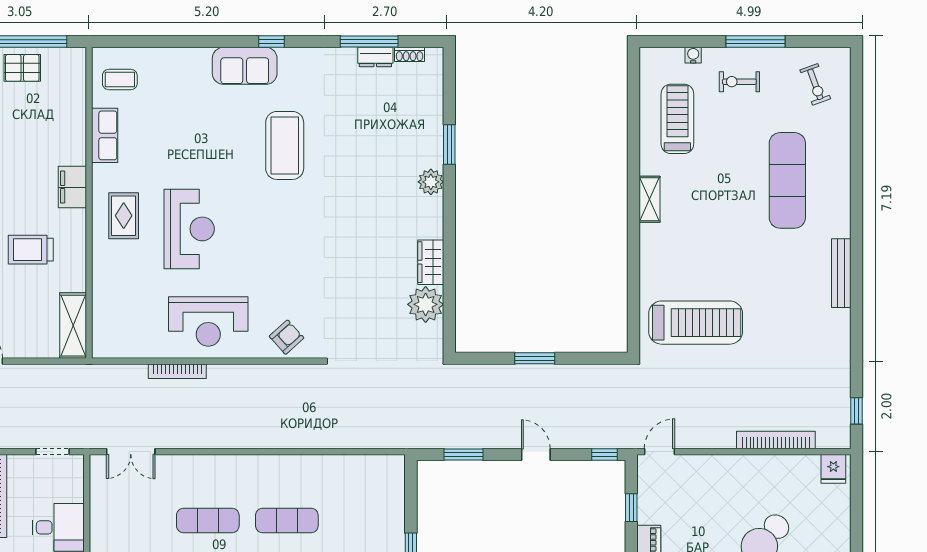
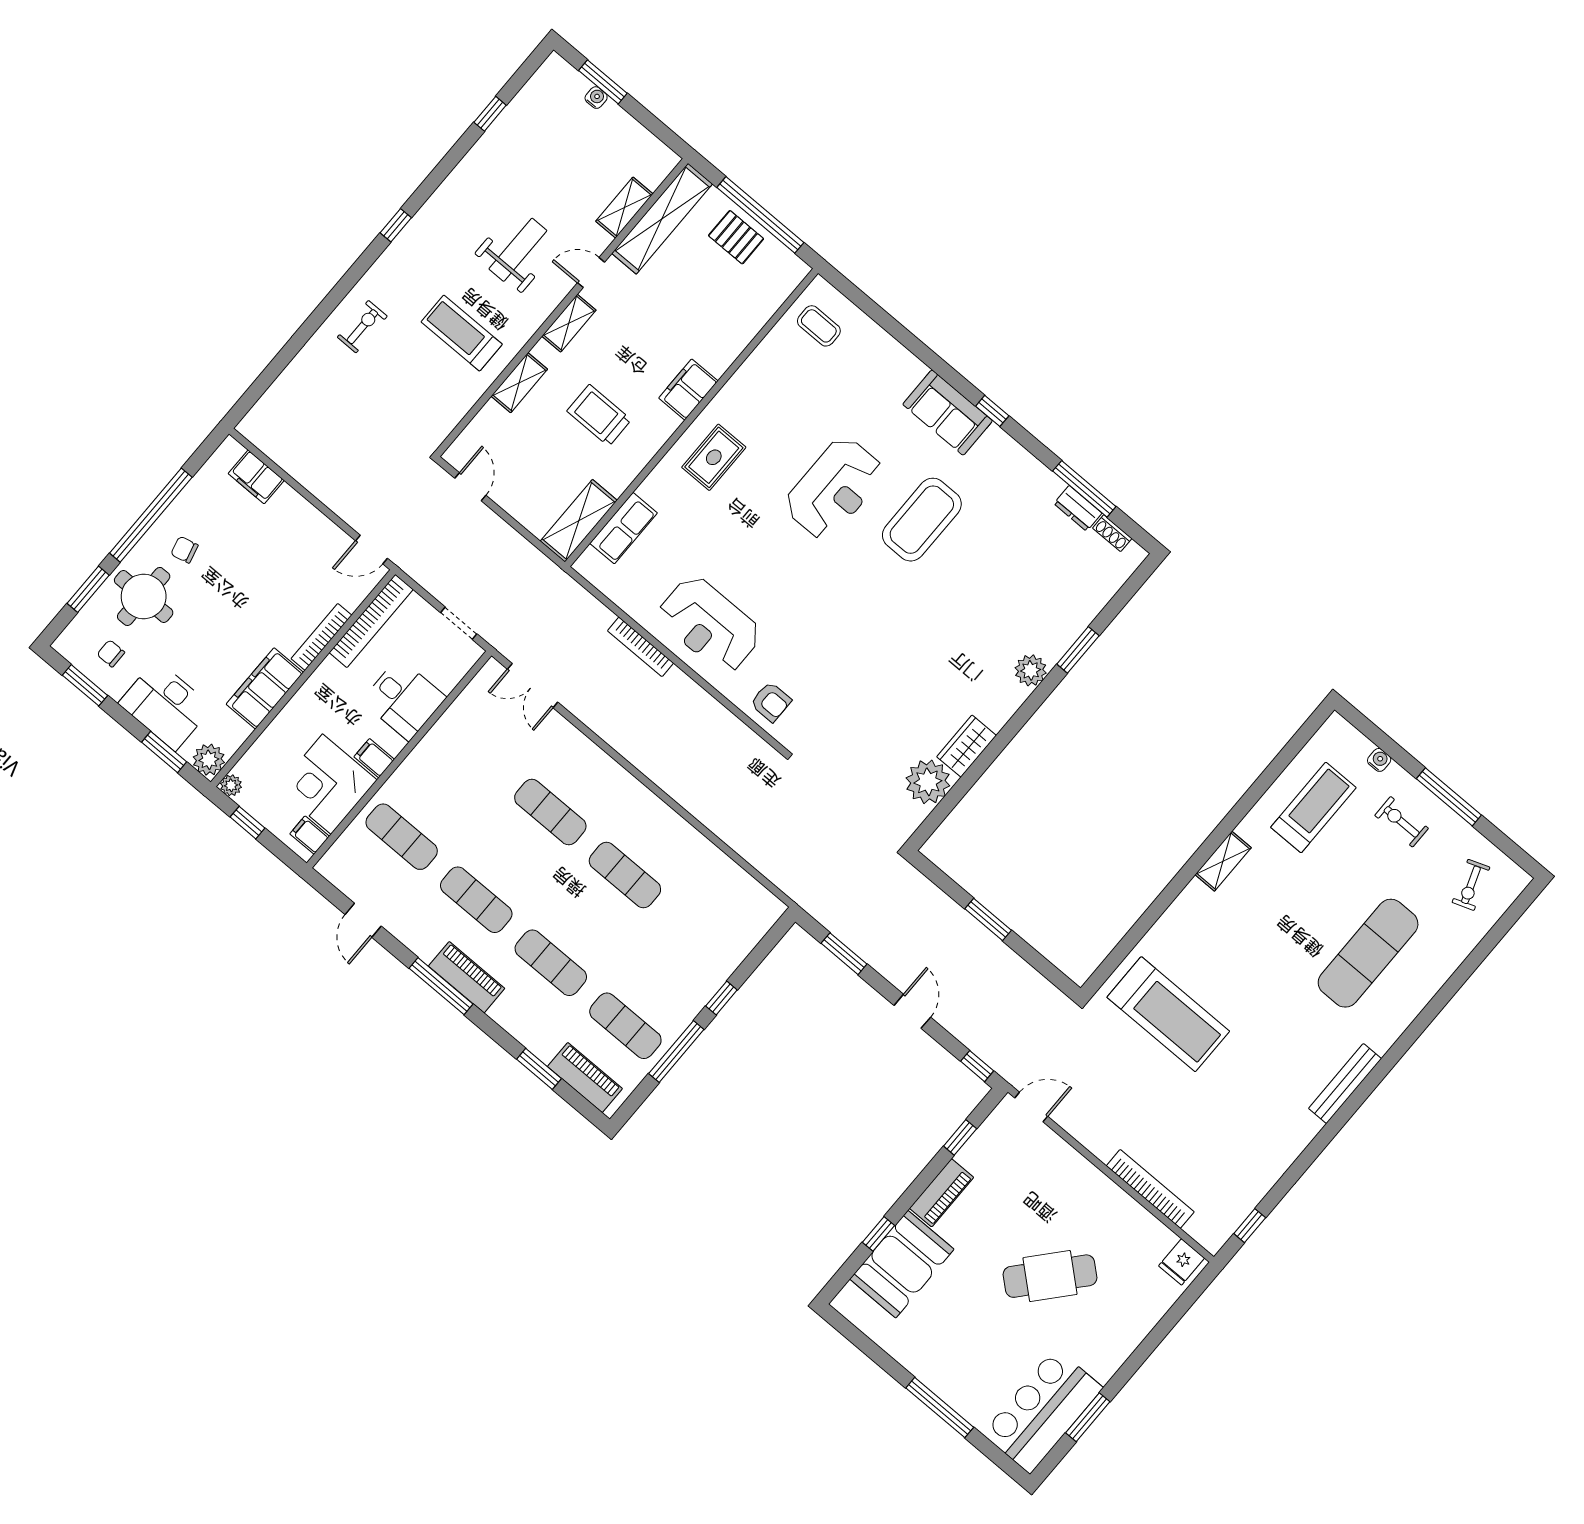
row of seats: (105, 135) -> (624, 528), moved
reception desk: (189, 229) -> (834, 488), moved
armchair: (287, 337) -> (771, 702), turned 42

